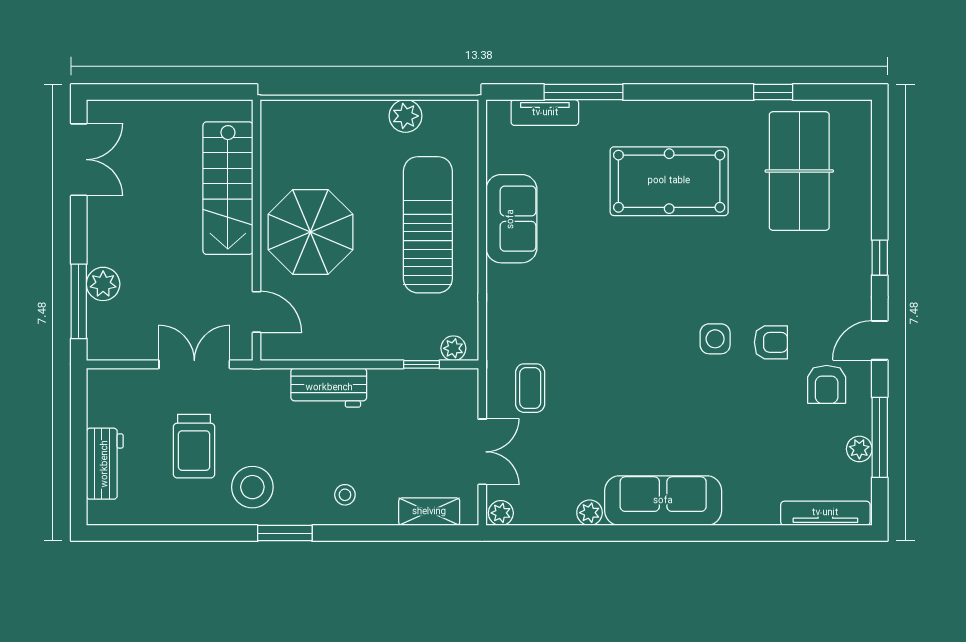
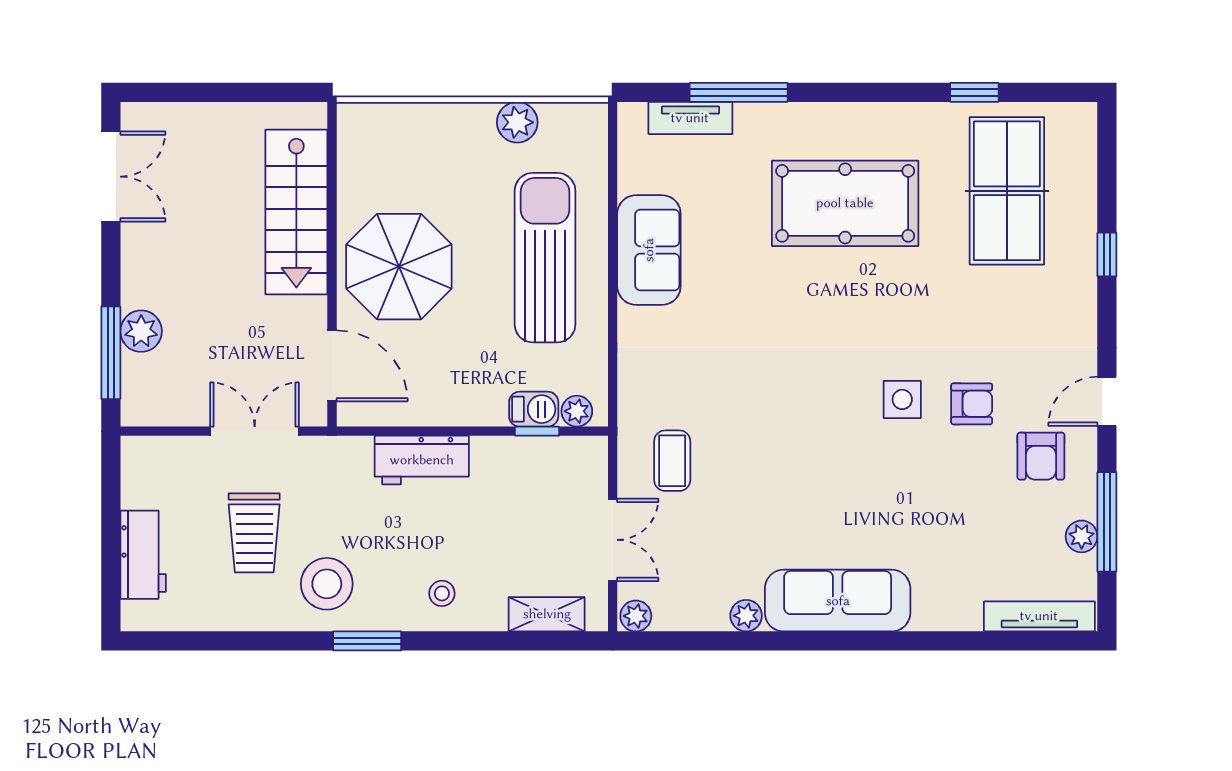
window: (880, 258) -> (1107, 255), moved
door: (257, 312) -> (332, 366), width x1.38
barbecue: (419, 347) -> (534, 409), added

